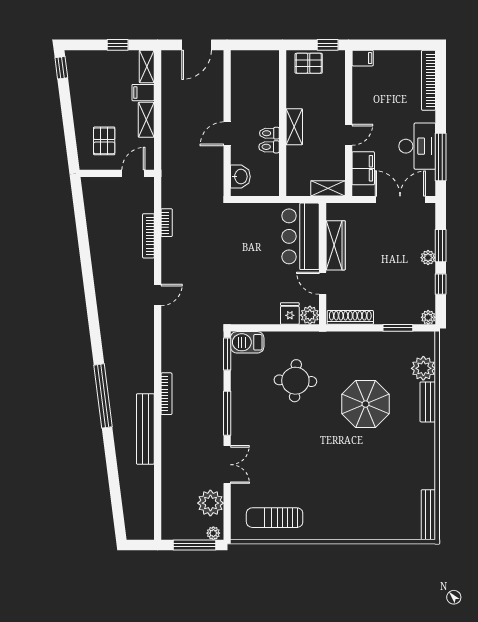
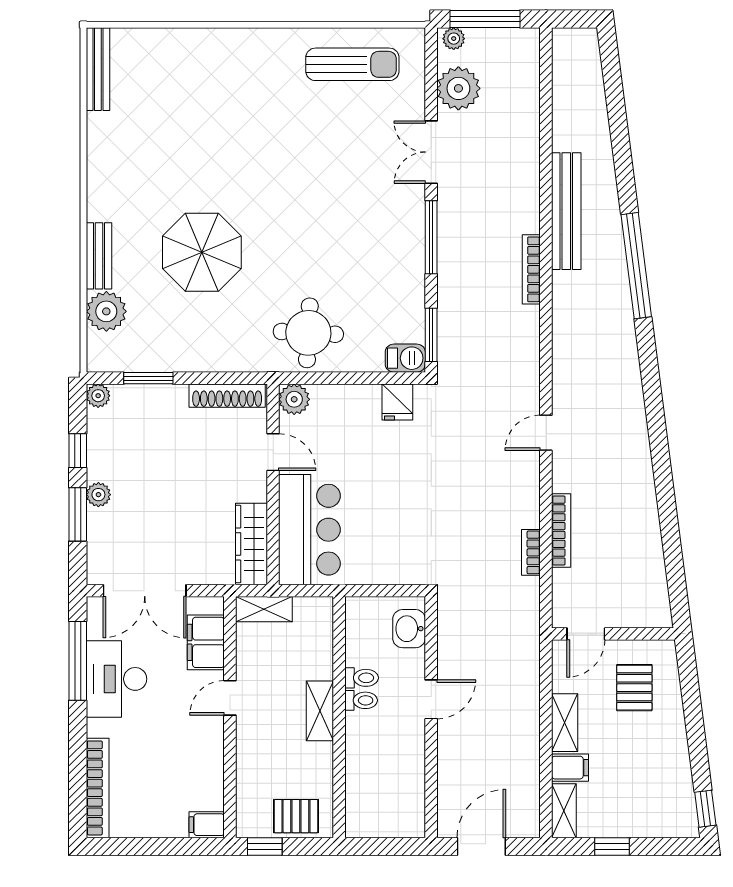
wardrobe: (336, 245) -> (251, 544), moved
fridge: (290, 314) -> (397, 402), moved
barbecue: (247, 342) -> (405, 358), width x0.73, depth x0.79
round table: (295, 381) -> (308, 333), moved

